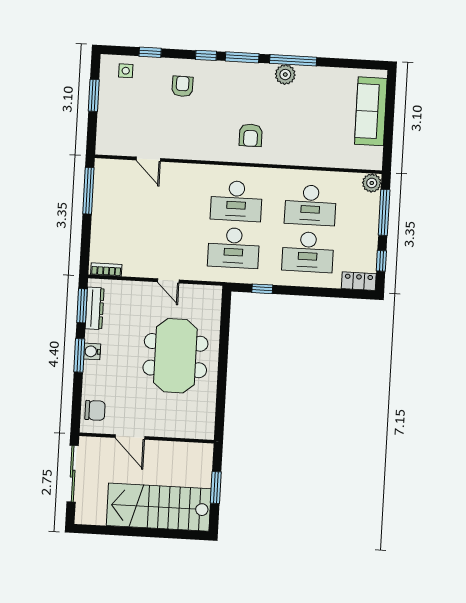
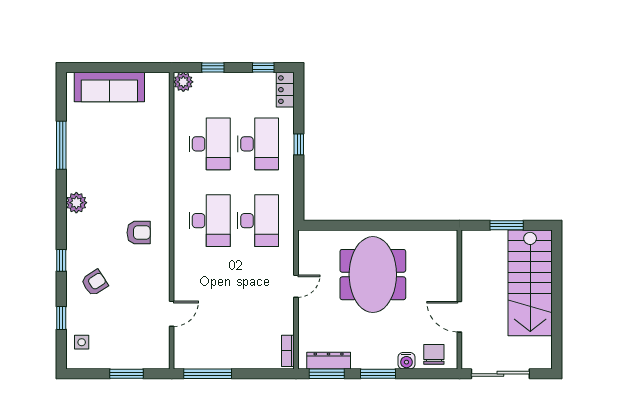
window: (242, 57) -> (61, 223), removed
window: (293, 60) -> (61, 145), moved
plant: (285, 75) -> (76, 203), moved
armchair: (182, 86) -> (94, 283), turned 146
window: (94, 95) -> (127, 374), moved
armchair: (251, 135) -> (139, 233), moved
window: (384, 212) -> (213, 67), width x0.46
window: (262, 289) -> (299, 144), moved
water cooler: (92, 351) -> (406, 361), moved
meeting table: (175, 356) -> (373, 275), turned 90
door: (130, 437) -> (459, 317), swing flipped

